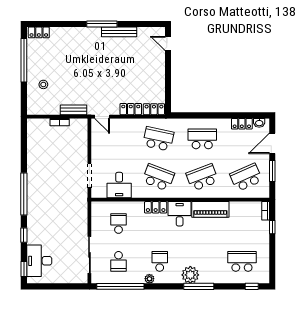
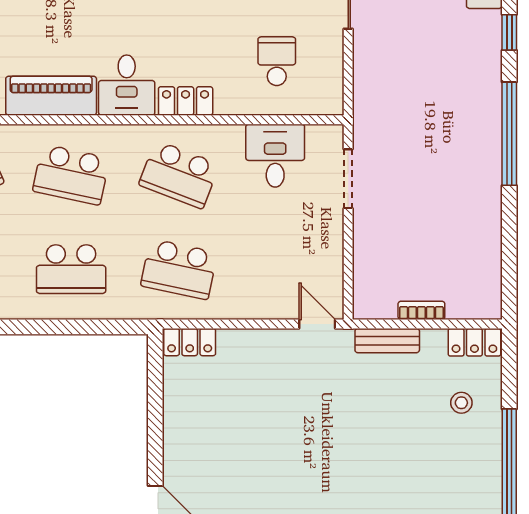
locker: (131, 109) -> (474, 342), moved
school desk: (202, 177) -> (71, 175), turned 33
school desk: (119, 224) -> (277, 61), turned 180

